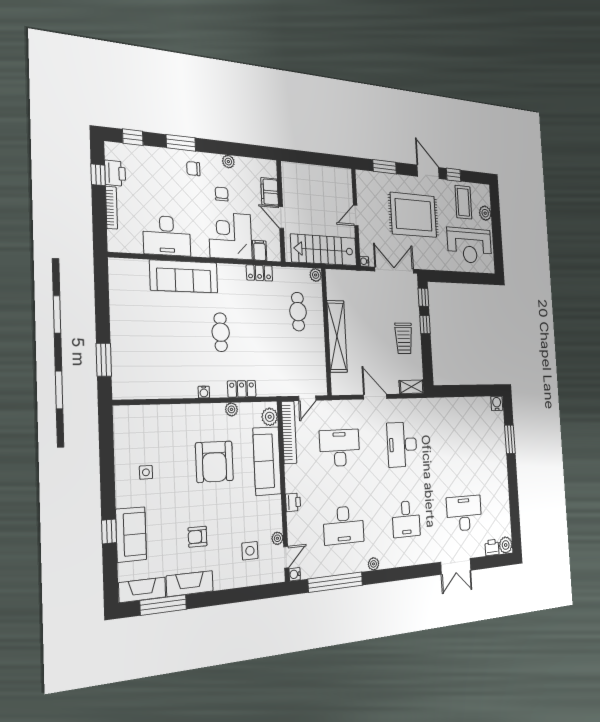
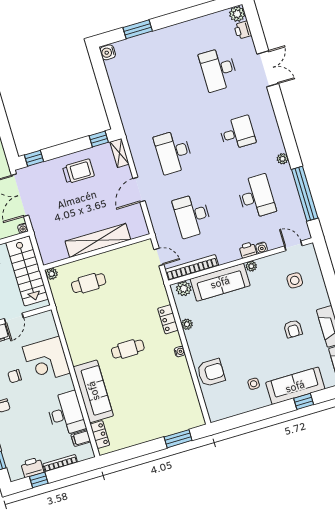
filing cabinet: (260, 250) -> (81, 438), moved
locker: (259, 273) -> (100, 435), moved
window: (425, 325) -> (99, 139), moved
desk: (402, 445) -> (173, 152), turned 90
armchair: (214, 462) -> (211, 373), moved, width x0.73, depth x0.73
sofa: (131, 534) -> (295, 386), width x1.36
plant: (277, 538) -> (251, 266), moved
water cooler: (295, 574) -> (262, 248), moved

